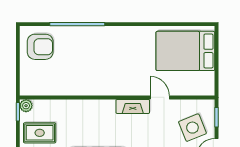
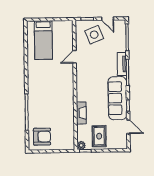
armchair: (40, 47) -> (42, 137), turned 90
bed: (185, 51) -> (43, 40), width x0.67
fireplace: (133, 106) -> (81, 113), moved

